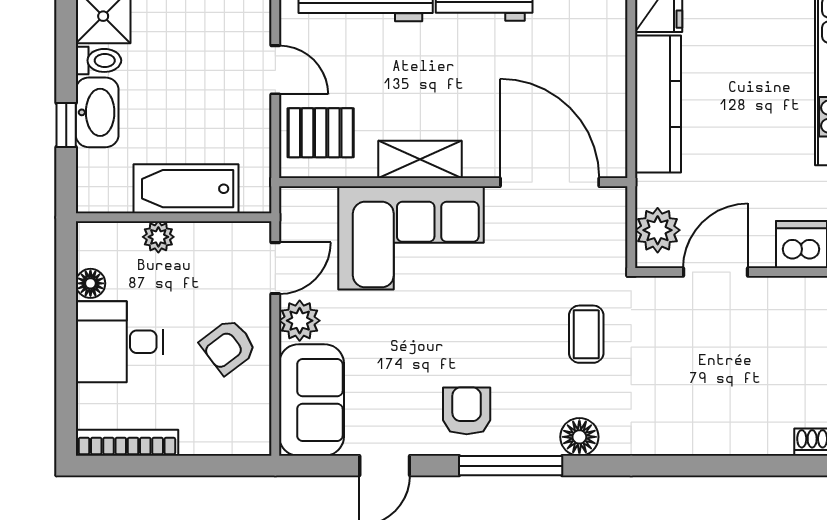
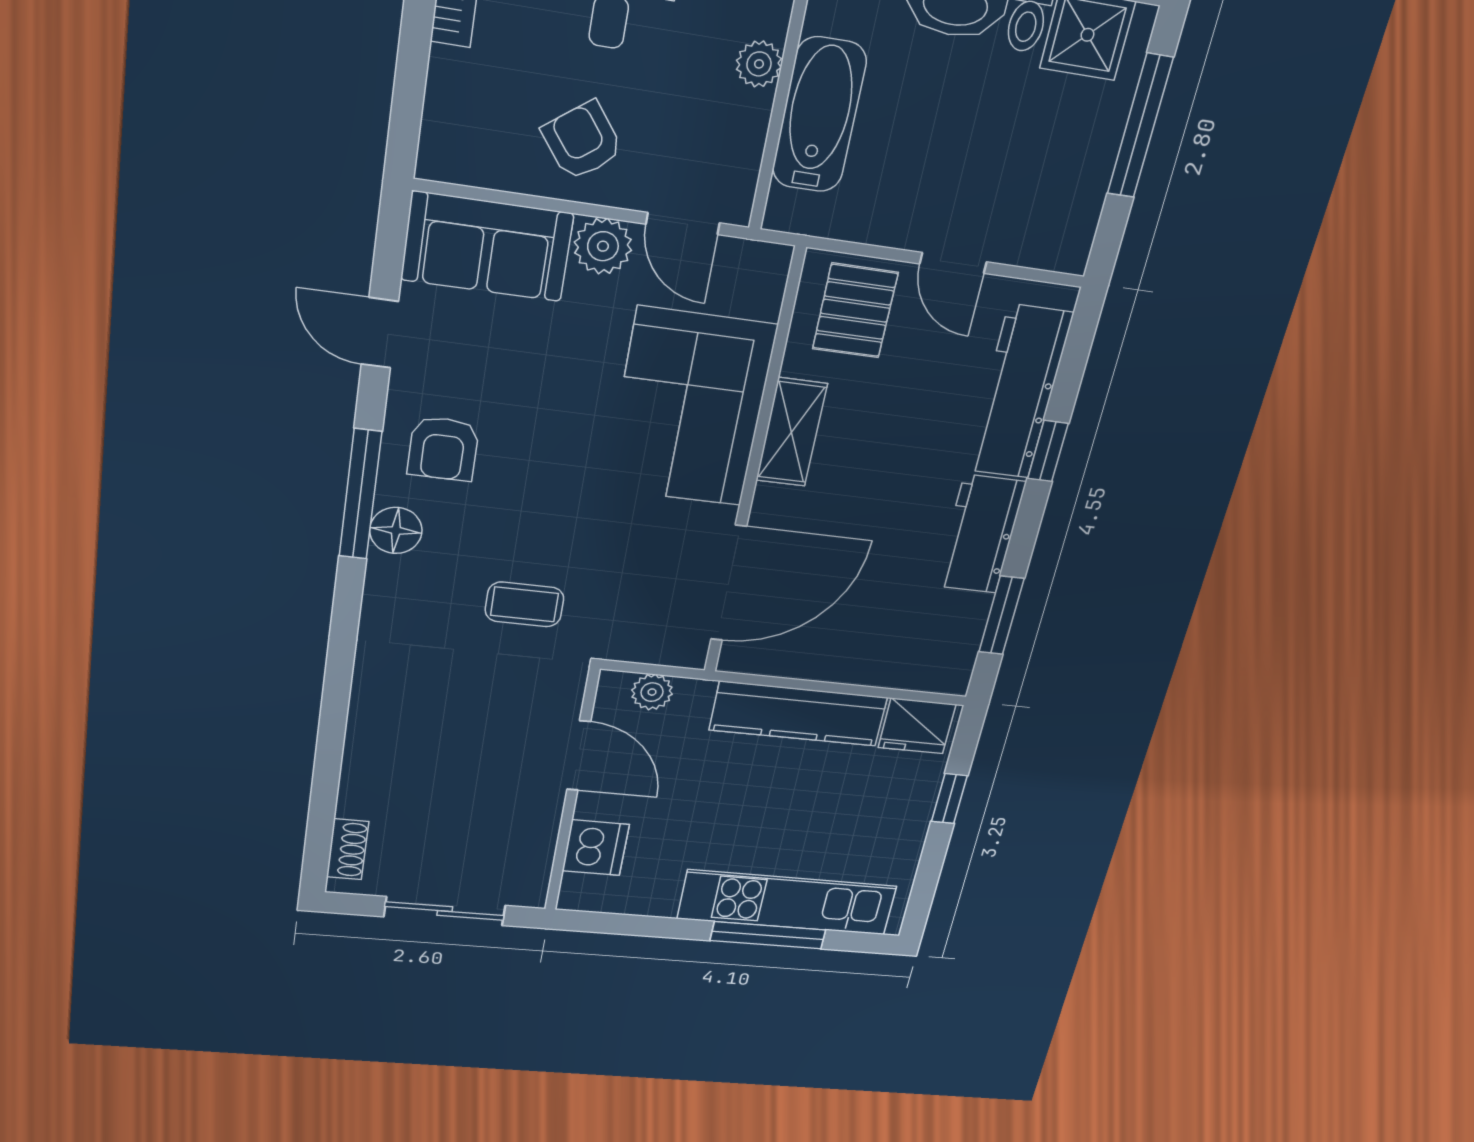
door: (275, 70) -> (953, 263), hinge flipped
plant: (658, 230) -> (652, 692), width x0.73, depth x0.73
armchair: (467, 411) -> (443, 449), turned 90
floor lamp: (579, 437) -> (396, 530), moved

